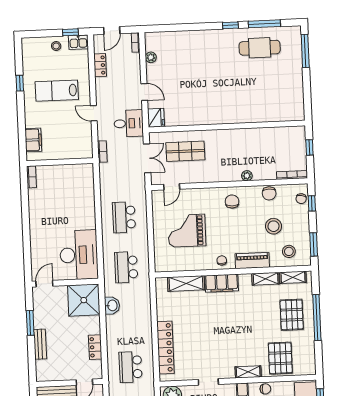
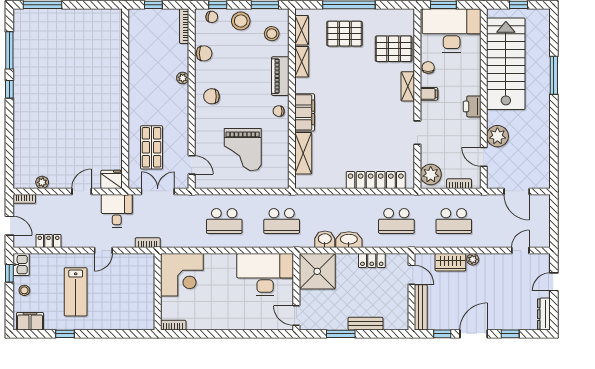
cafe table: (260, 48) -> (37, 57), removed
filing cabinet: (33, 140) -> (30, 321), moved
corner desk: (76, 182) -> (182, 275), added
stool: (274, 226) -> (241, 21), moved
washbasin: (113, 326) -> (349, 240), added

